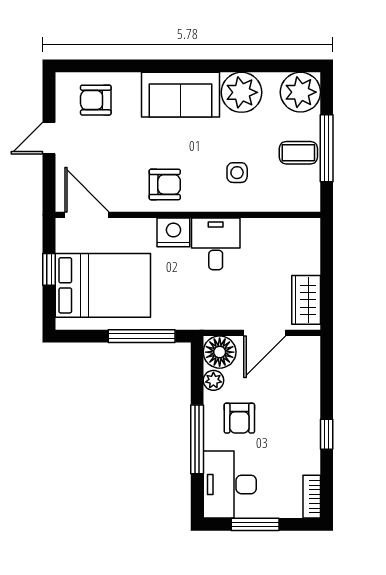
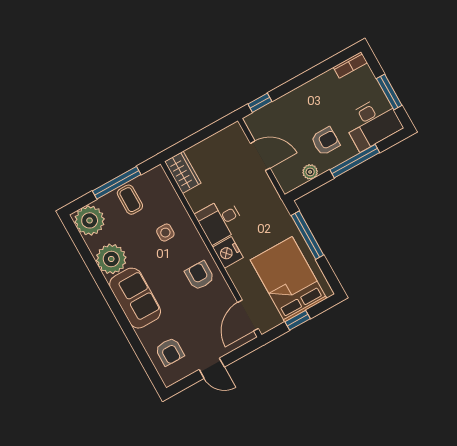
wardrobe: (306, 300) -> (183, 172), moved, turned -90
floor lamp: (220, 352) -> (289, 178), removed
window: (327, 434) -> (260, 103), moved

